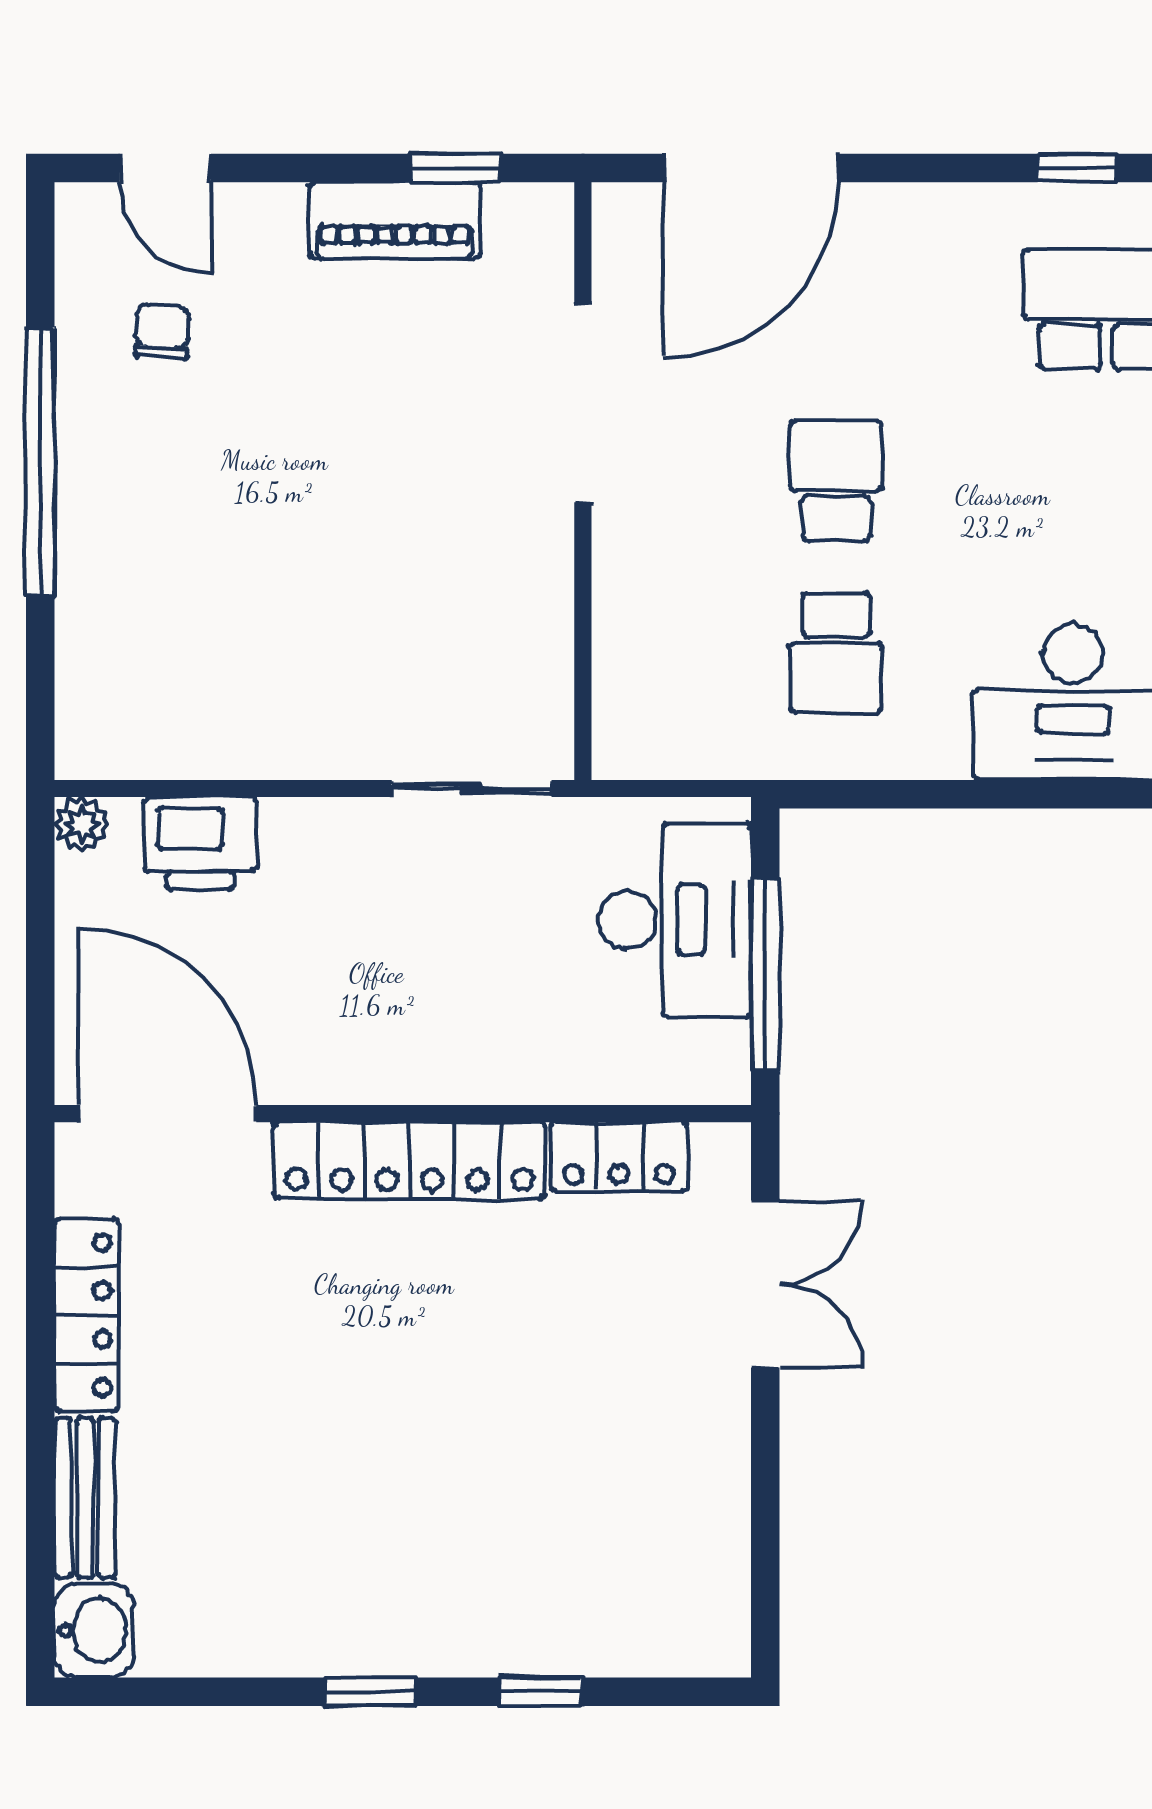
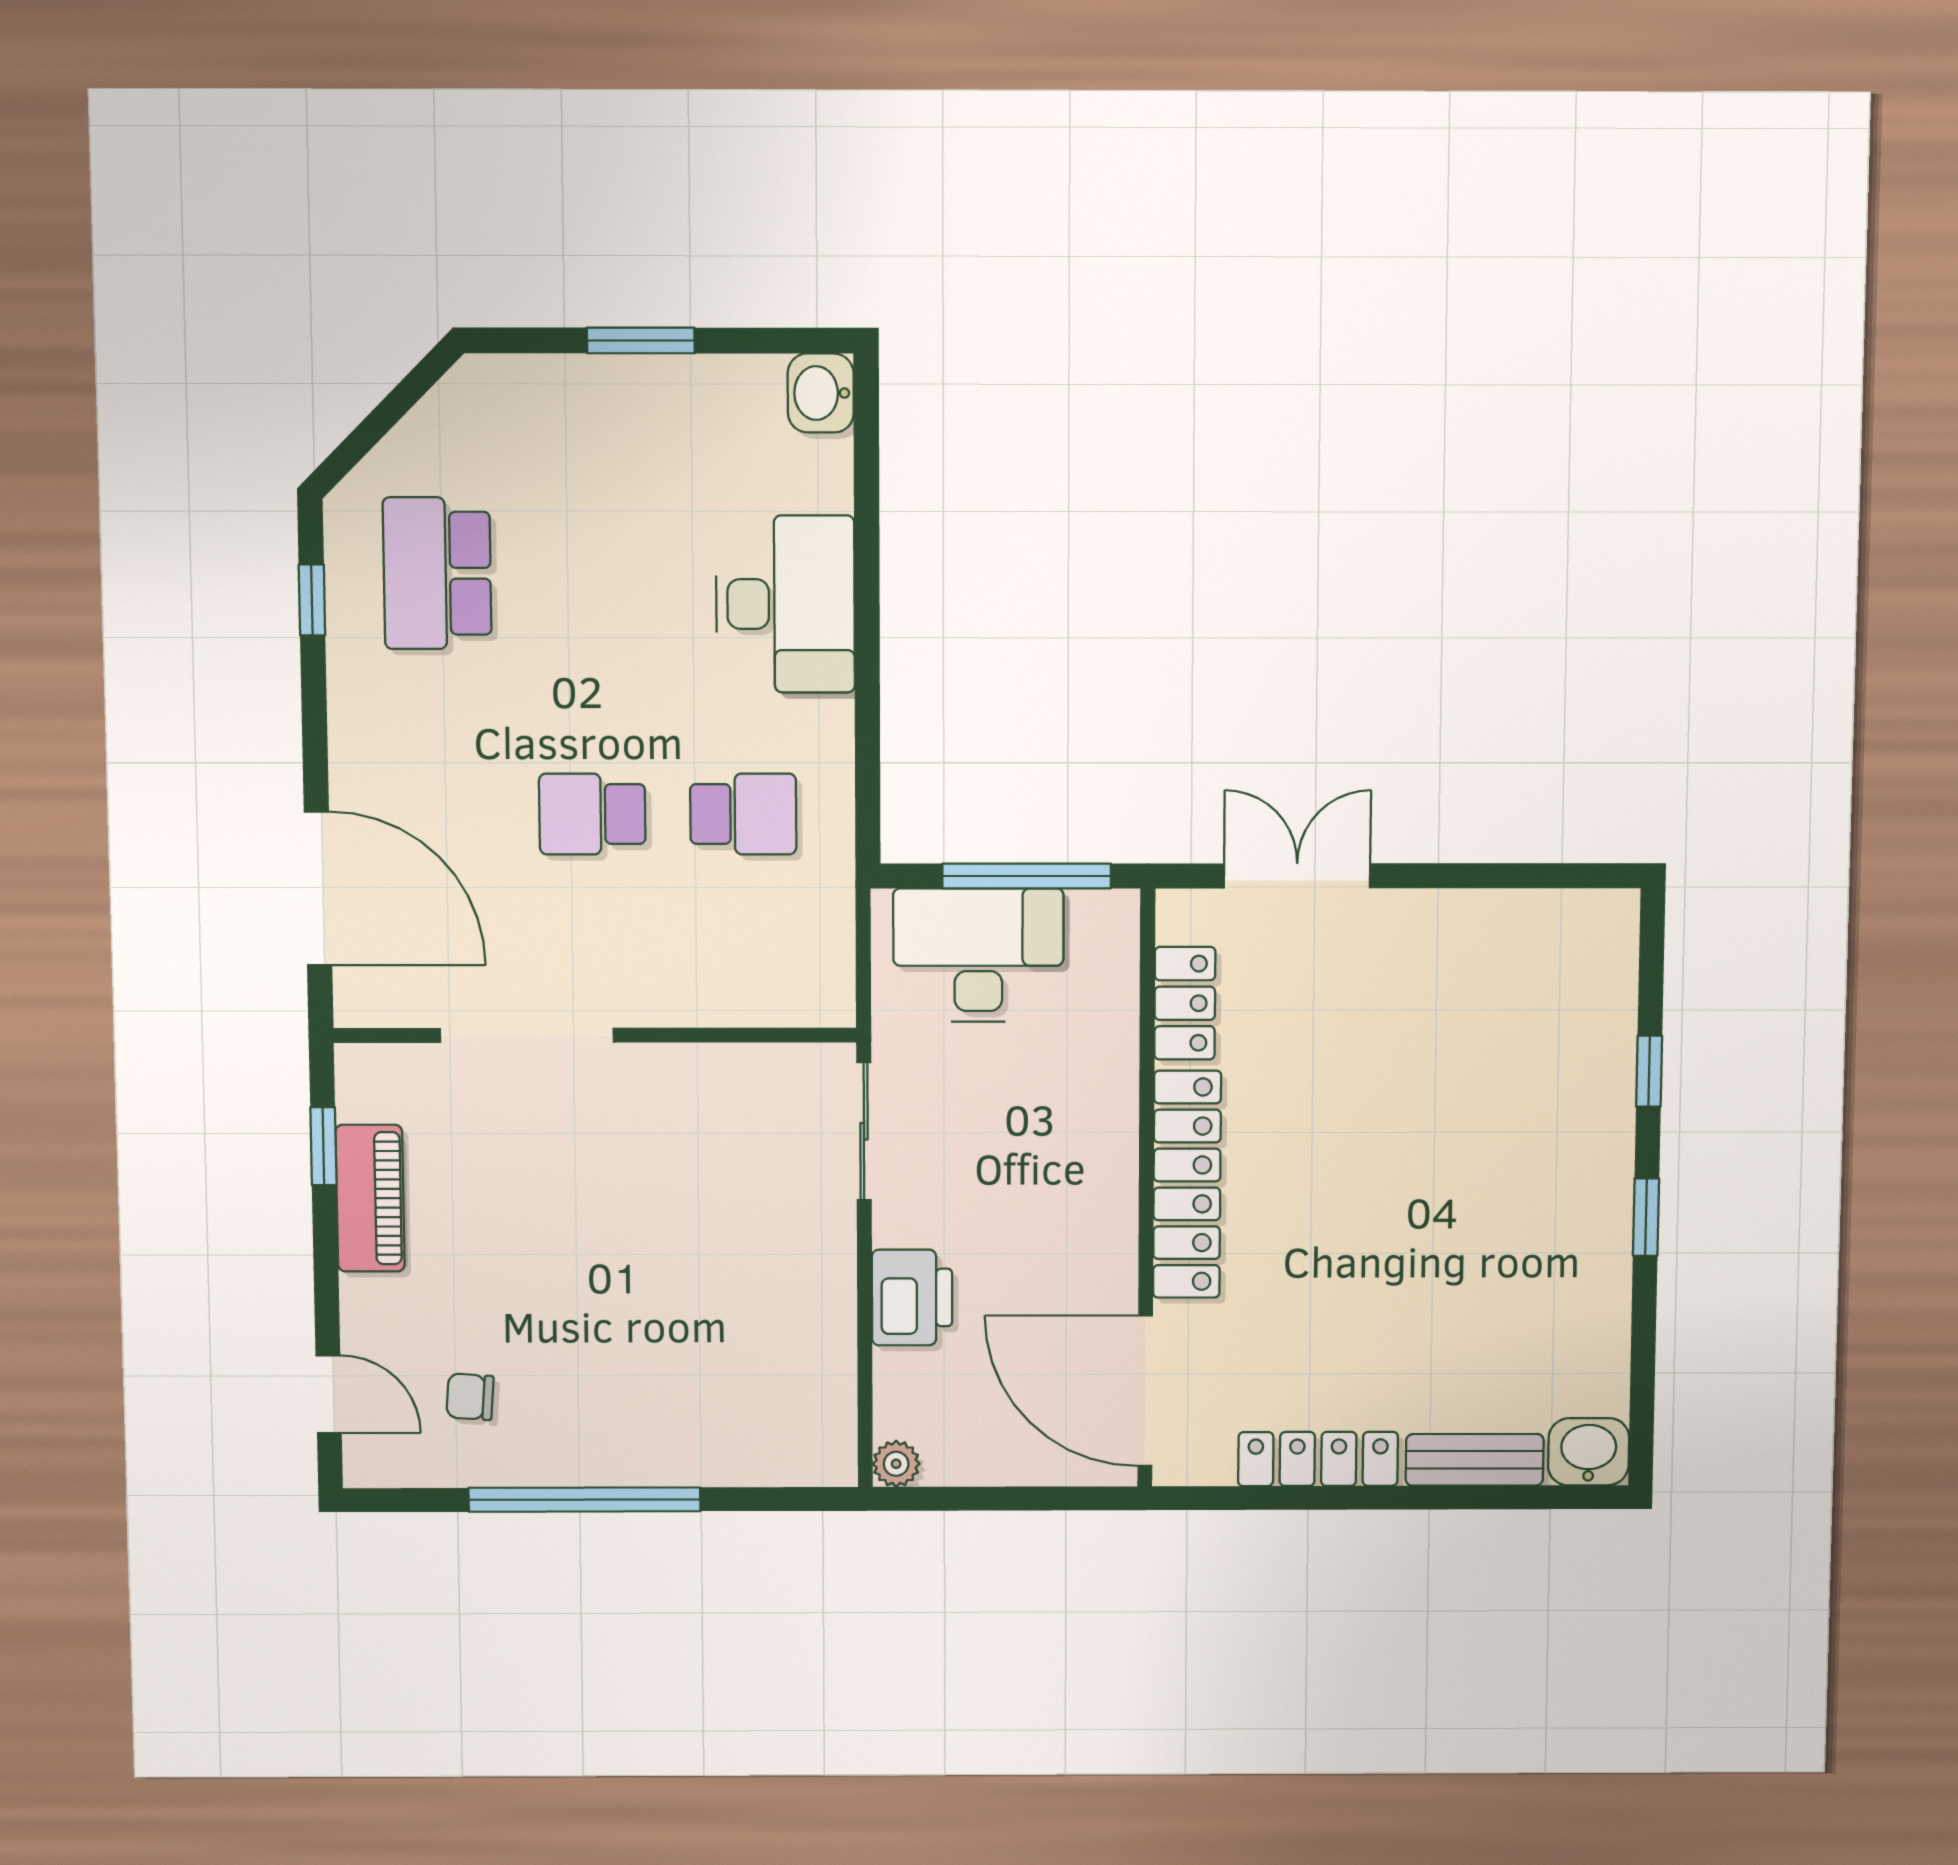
door: (165, 168) -> (329, 1394), hinge flipped
printer: (200, 843) -> (912, 1298), moved
door: (167, 1114) -> (1145, 1391), hinge flipped

